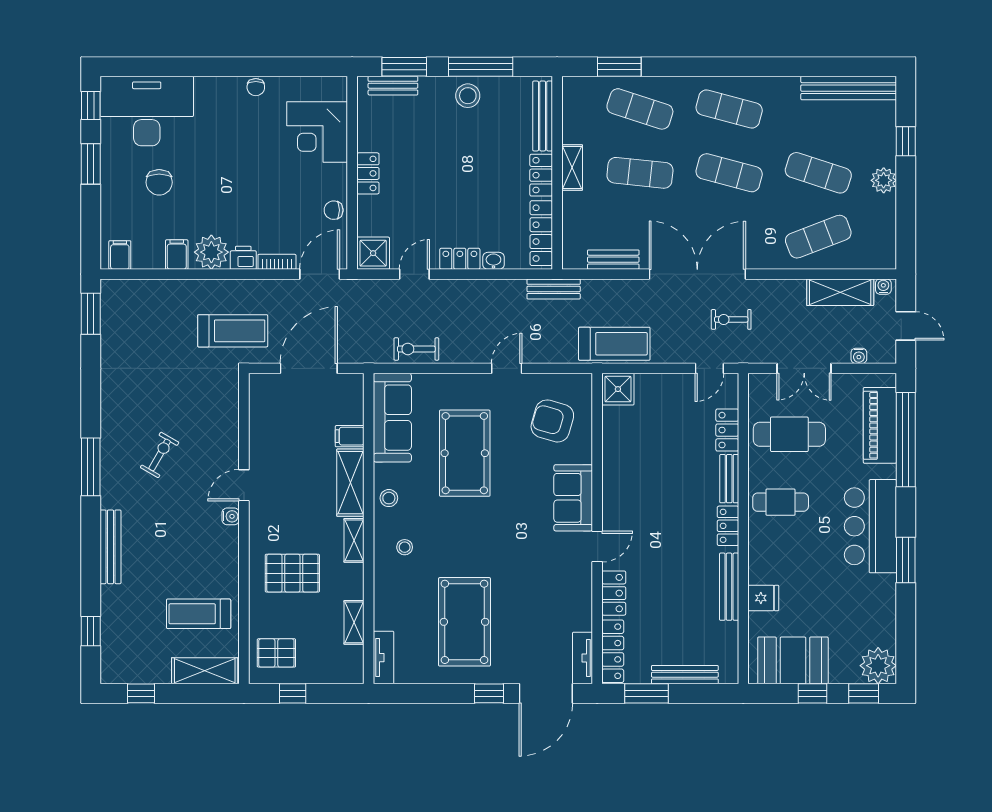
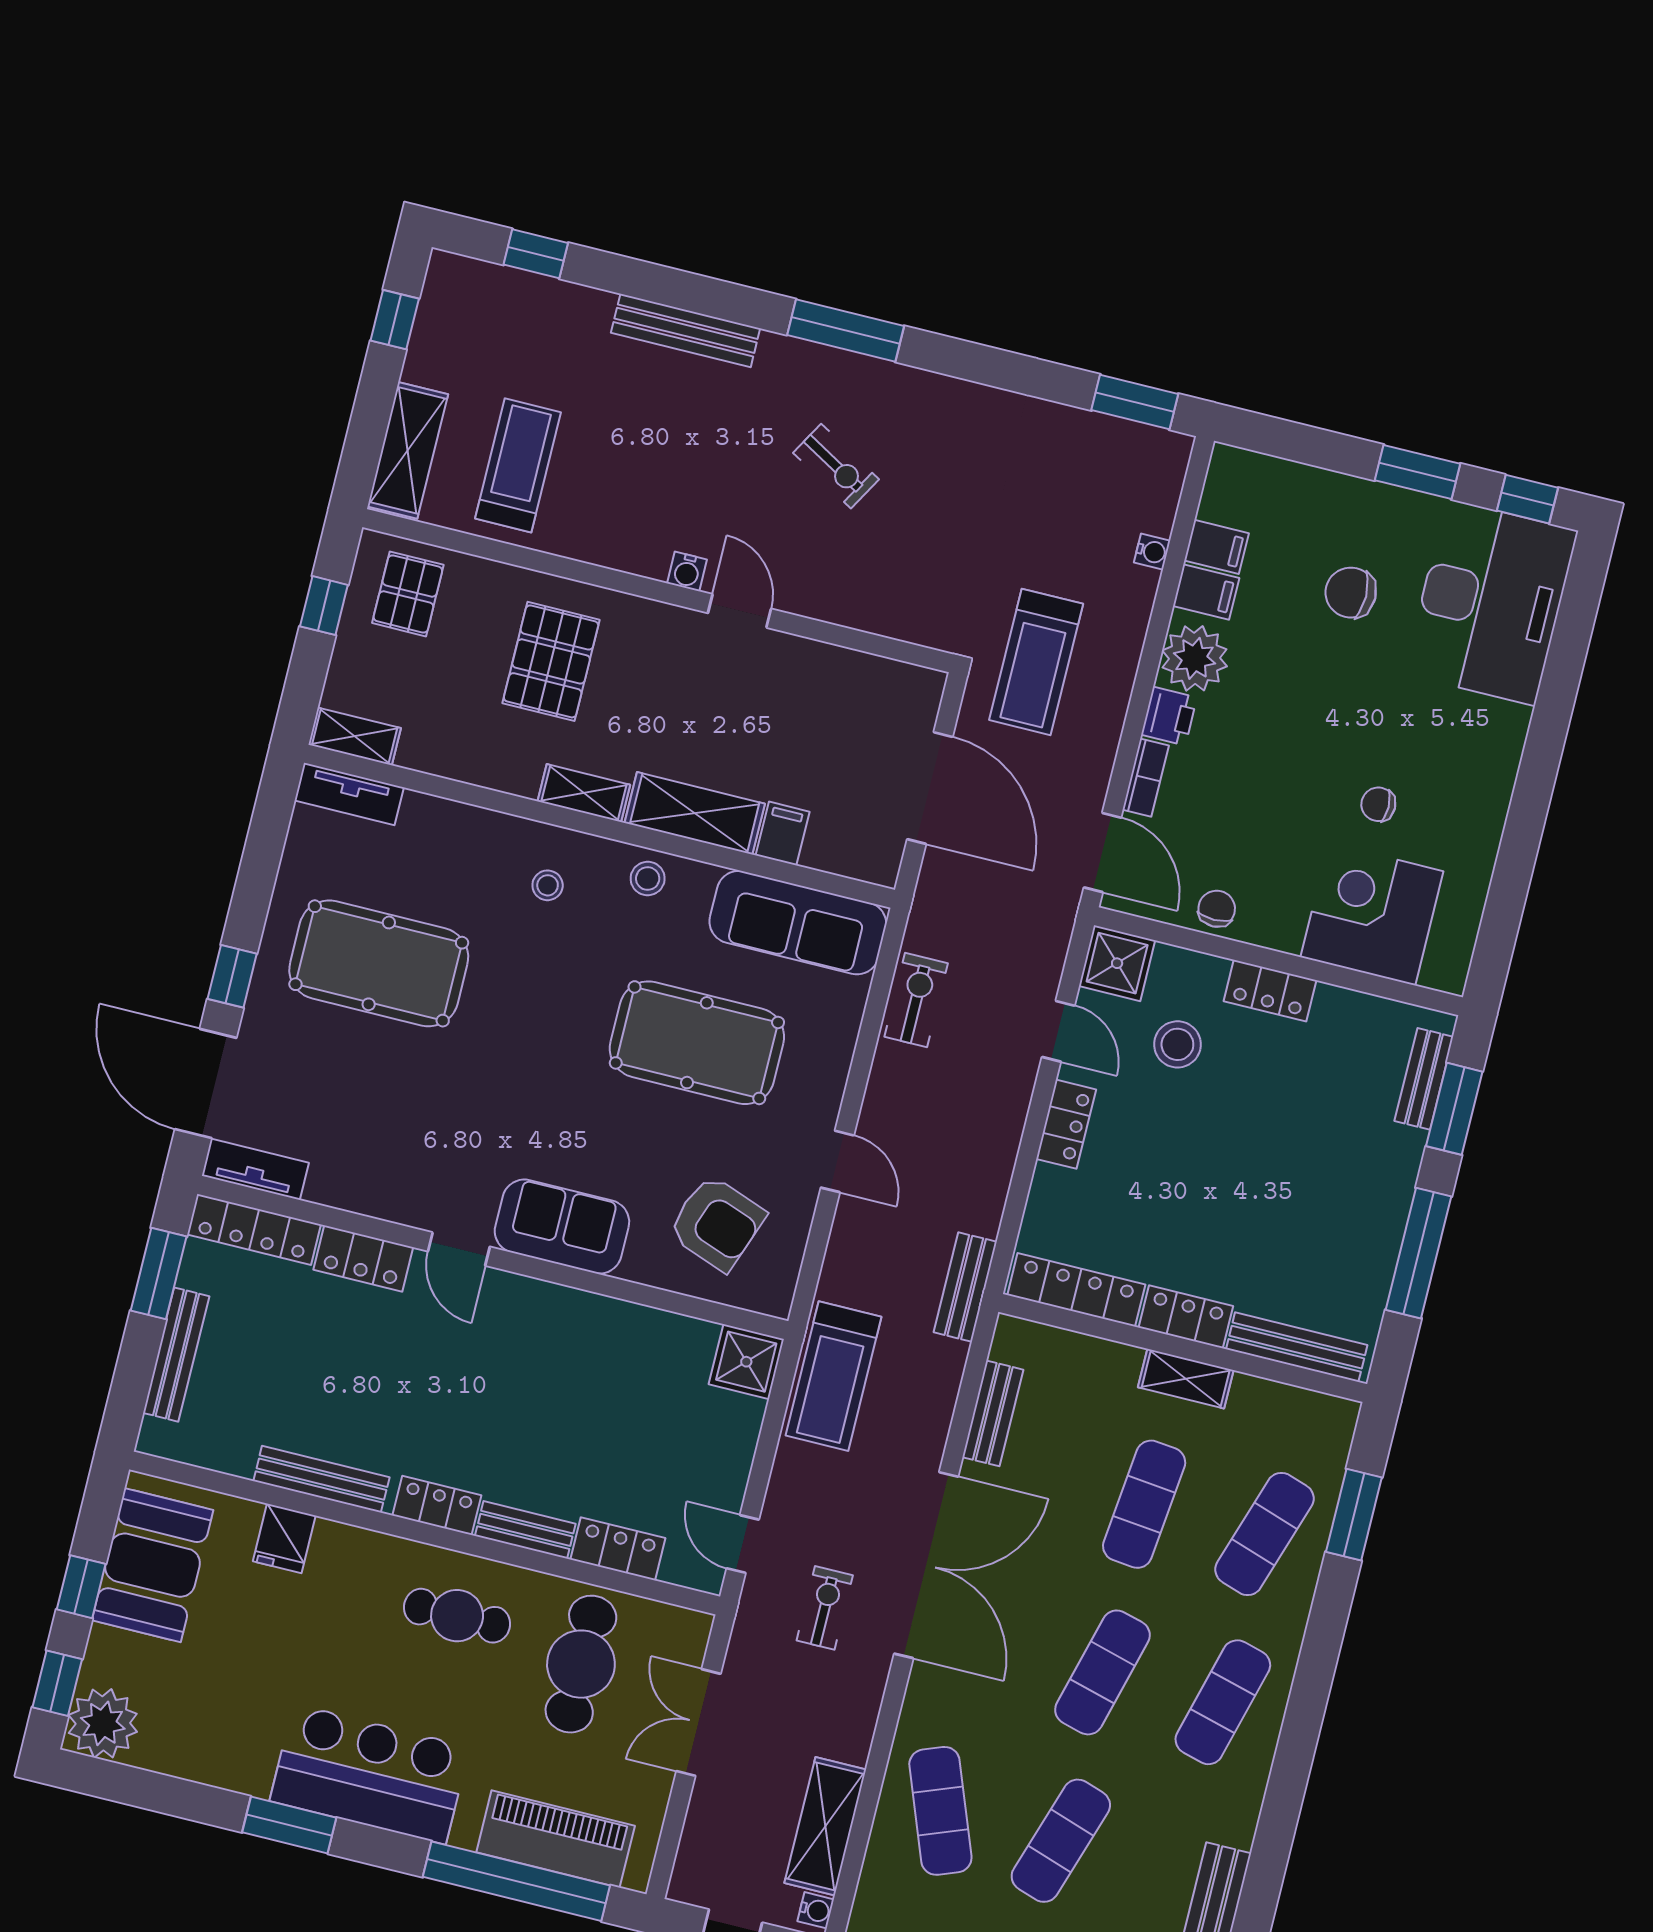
chair: (256, 87) -> (1378, 804), moved
stool: (468, 96) -> (1177, 1044), moved
filing cabinet: (120, 255) -> (1217, 547), moved
washbasin: (493, 261) -> (1046, 1187), removed
water cooler: (859, 356) -> (1152, 552), moved, turned 180
armchair: (552, 421) -> (717, 1223), turned 94
cafe table: (781, 502) -> (457, 1616), turned 90
shelving: (354, 622) -> (355, 736), moved

